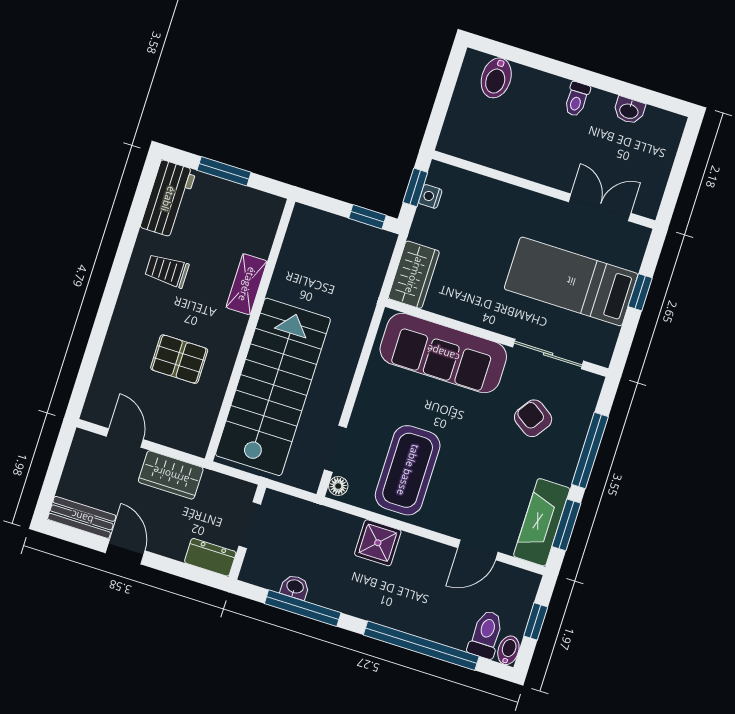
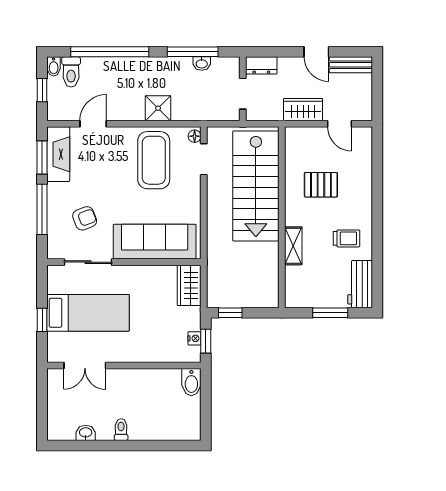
bidet: (496, 78) -> (191, 382), moved, turned 180
armchair: (533, 418) -> (85, 218), turned -54

